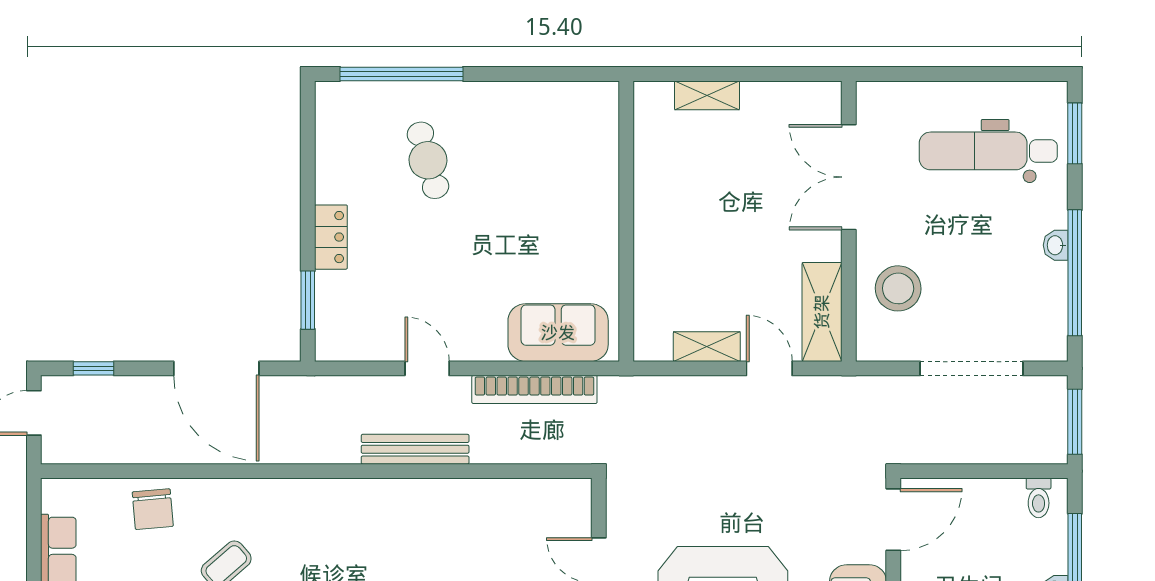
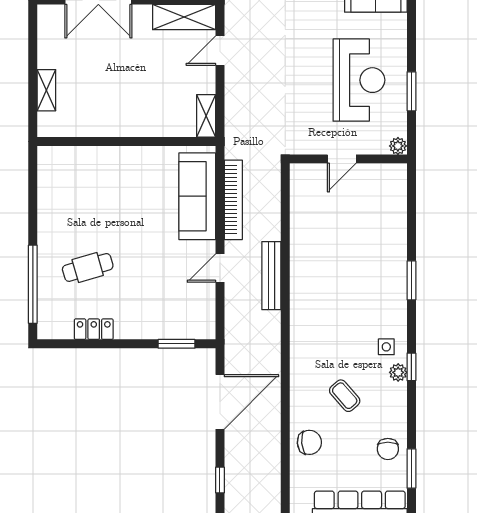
locker: (331, 237) -> (94, 329), moved
sofa: (558, 333) -> (197, 196), width x1.36
shelving: (707, 347) -> (206, 116), moved

